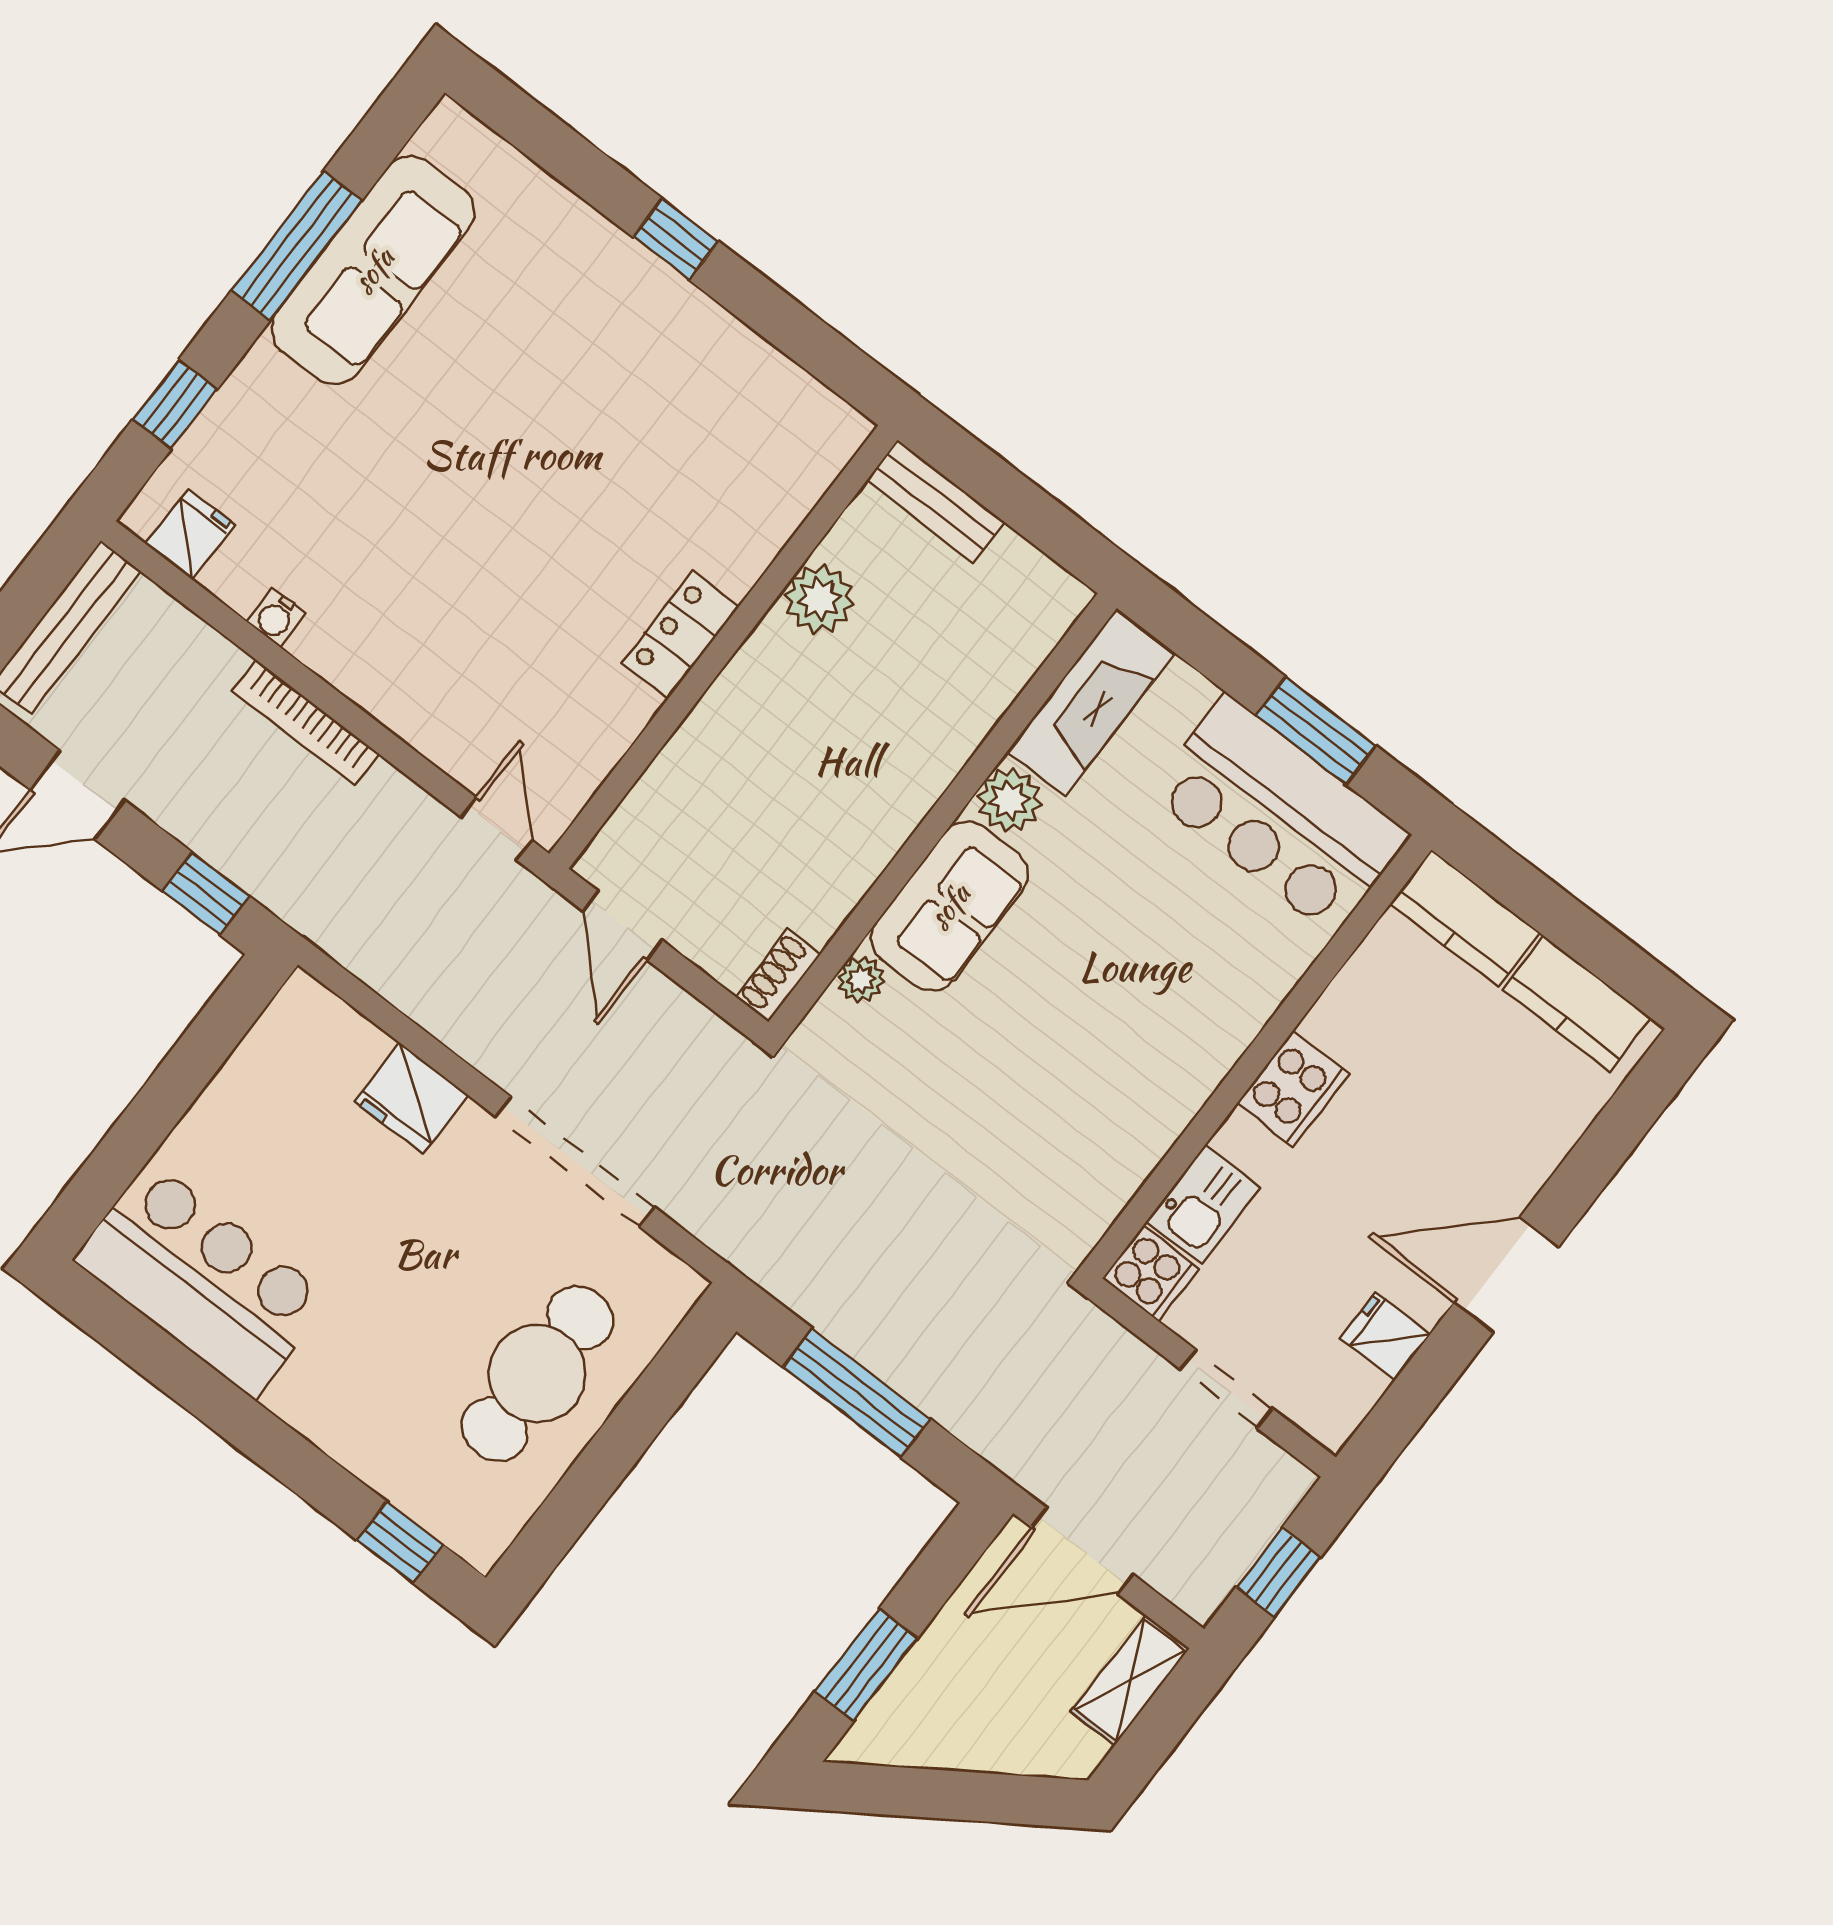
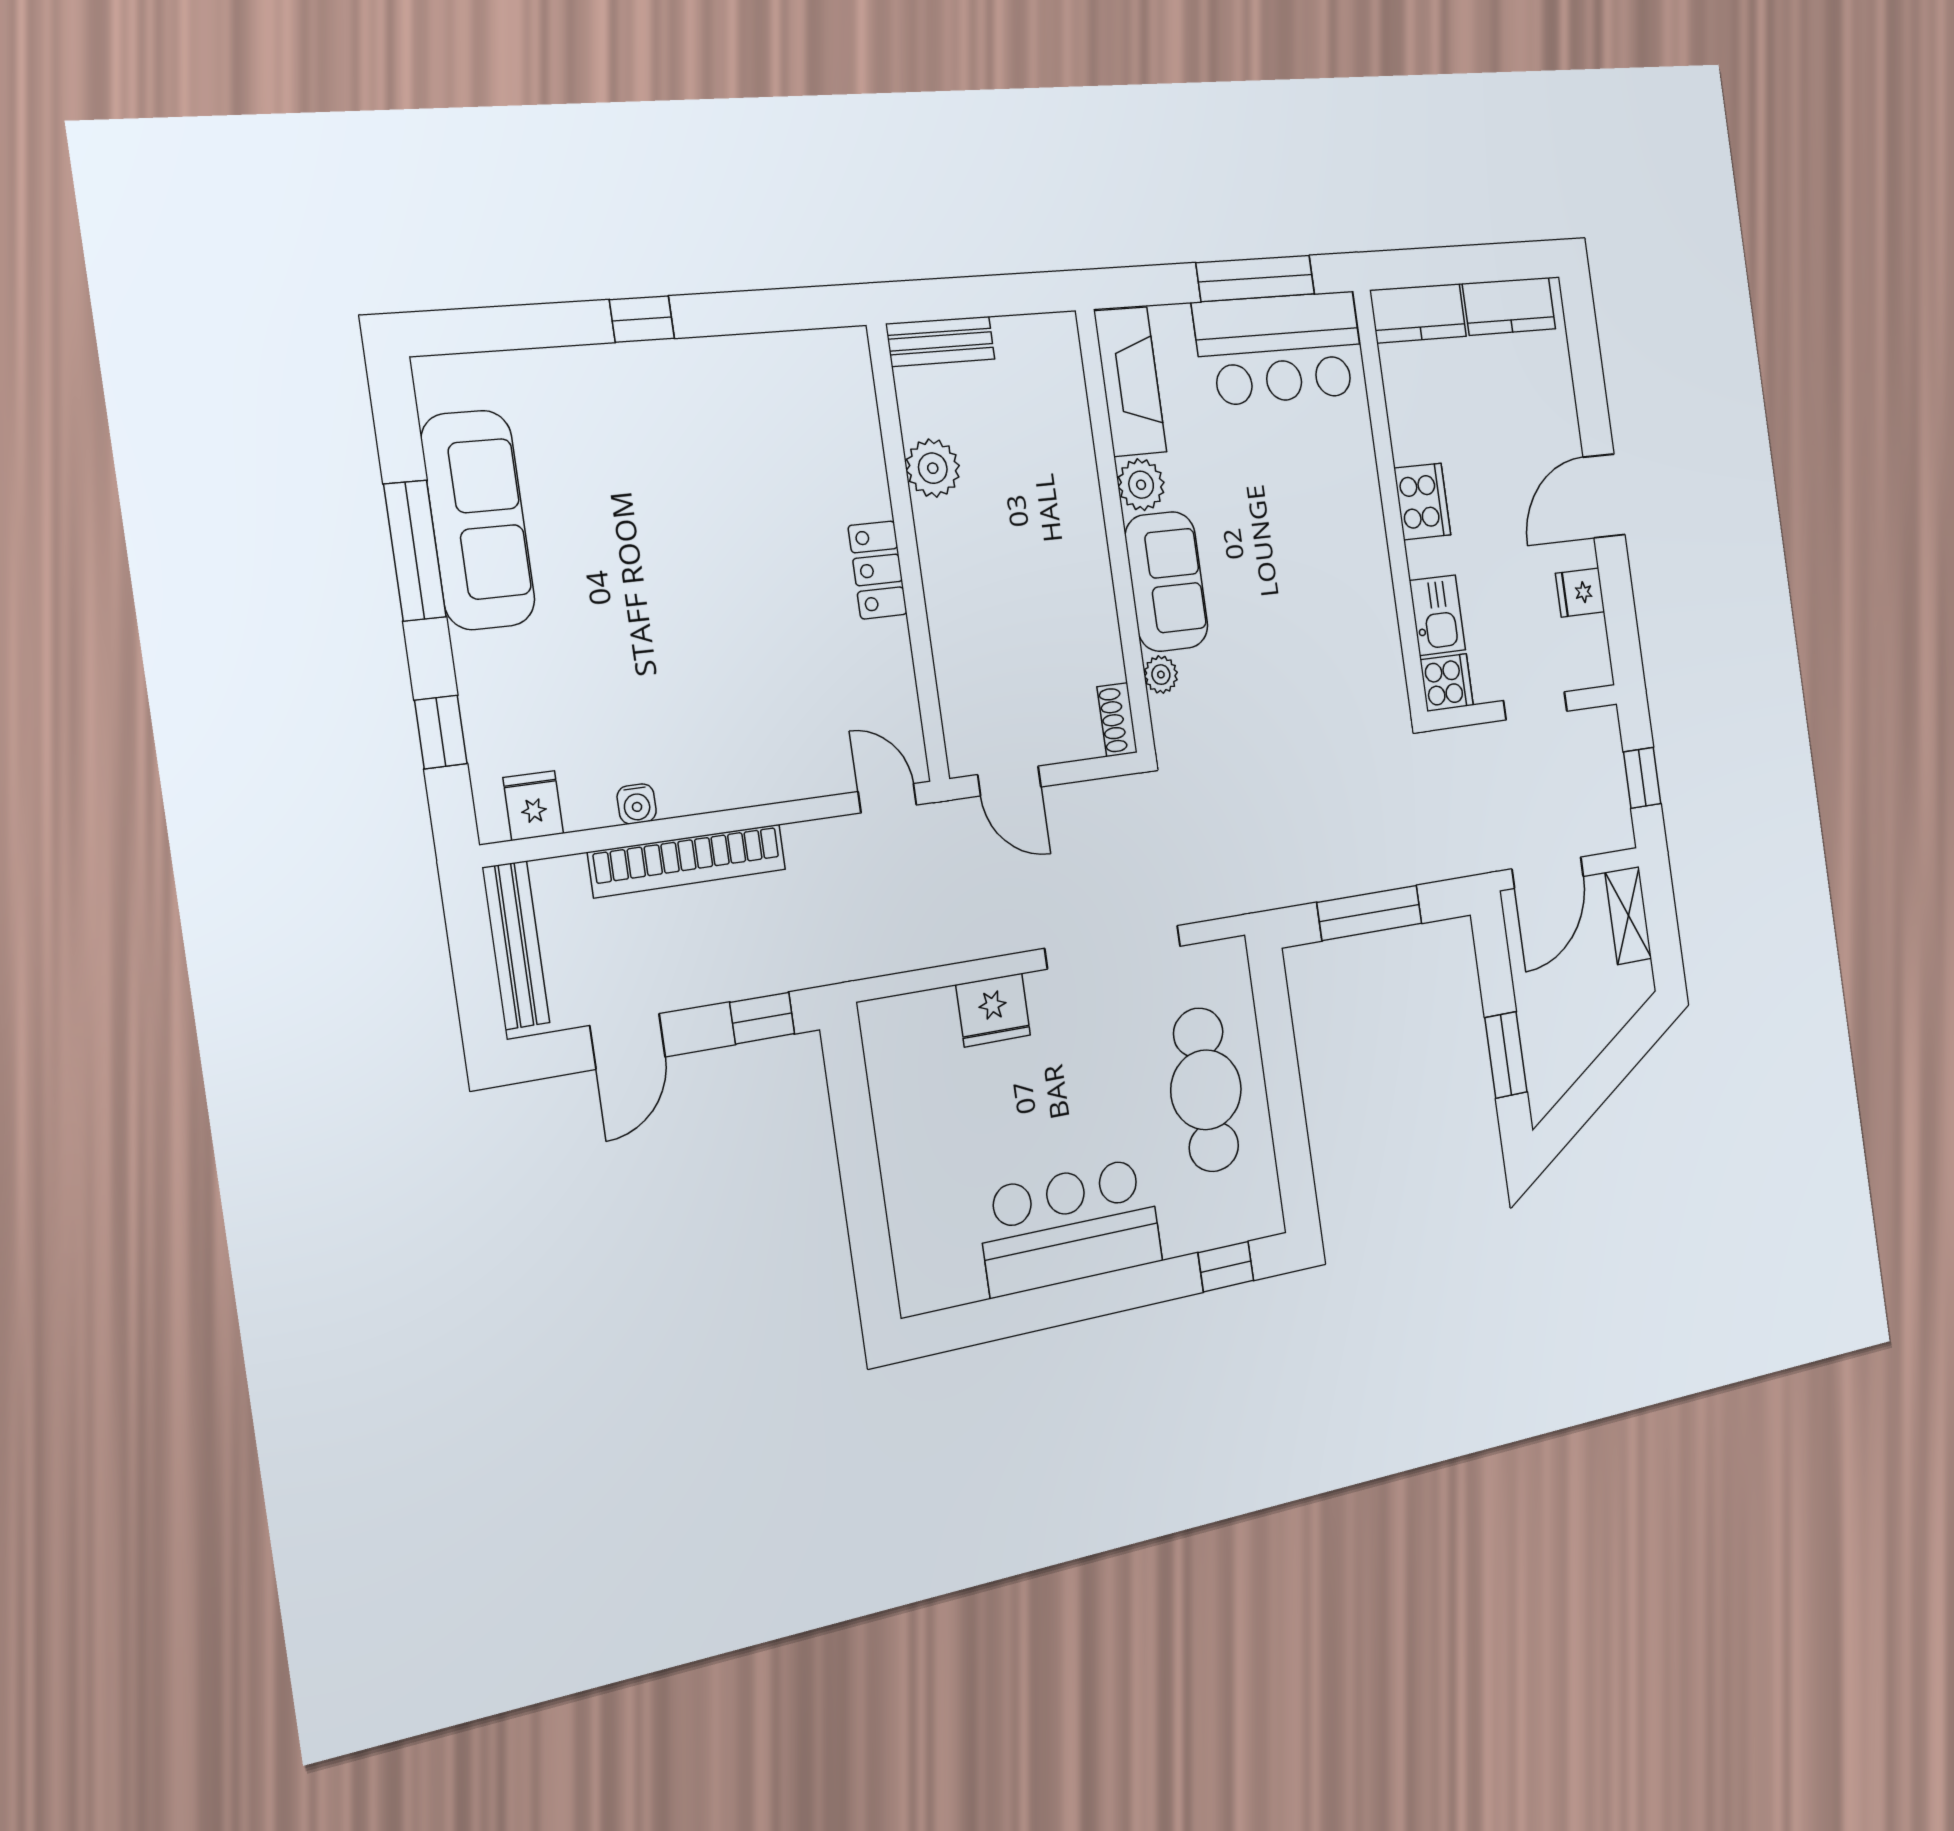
bookcase: (306, 723) -> (688, 861), width x1.48, depth x1.31
window: (1316, 730) -> (1256, 278), width x1.44
bar counter: (202, 1279) -> (1070, 1227), moved

